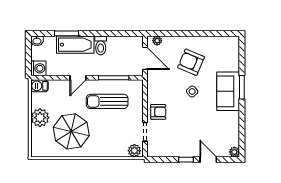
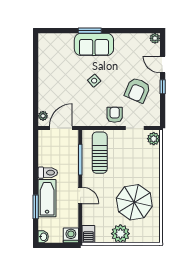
armchair: (191, 62) -> (137, 90), moved
sun lounger: (107, 101) -> (100, 153), moved, turned 180
door: (208, 160) -> (163, 65), hinge flipped

